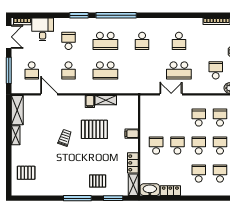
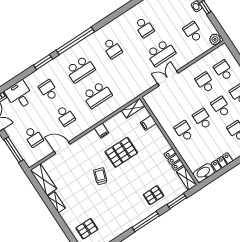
shelving: (106, 100) -> (133, 108), moved
filing cabinet: (132, 134) -> (148, 123), moved

